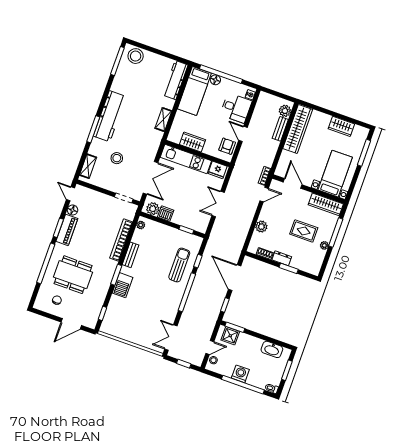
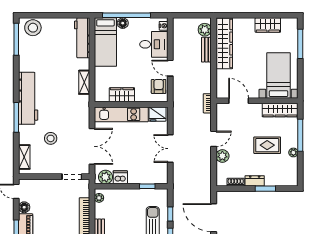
door: (264, 195) -> (214, 139), moved

